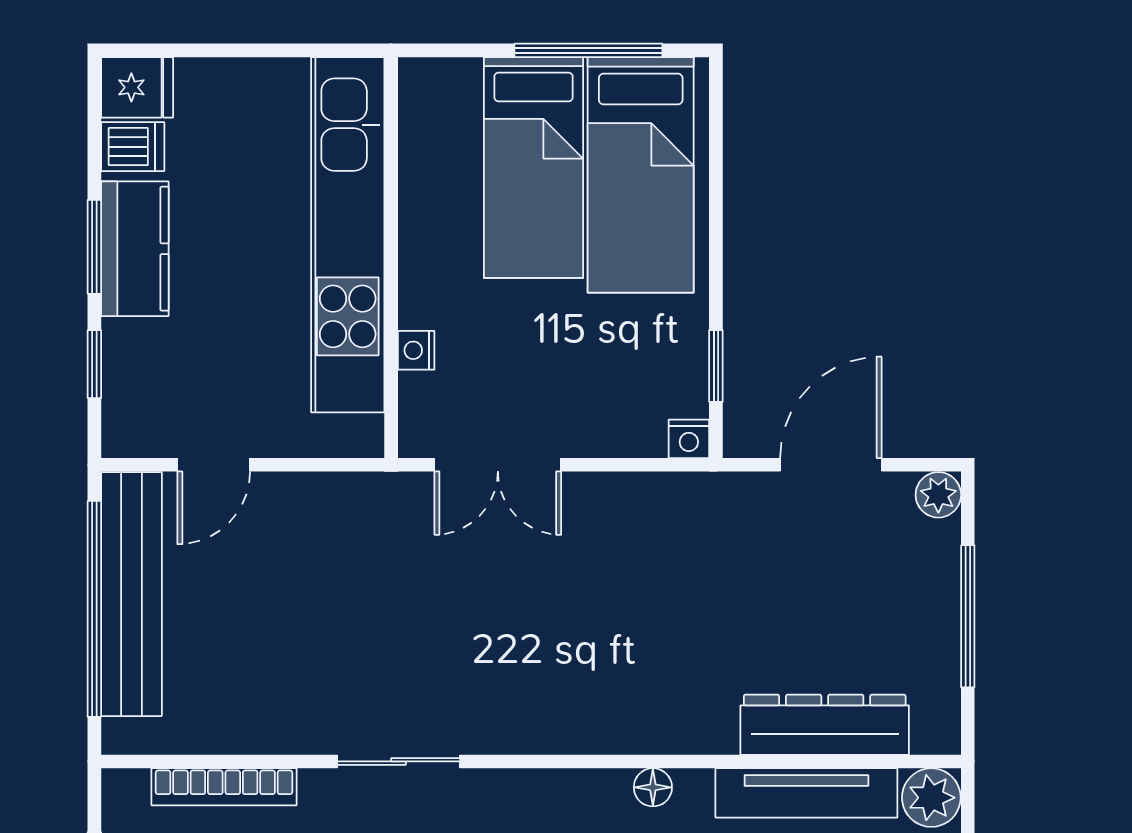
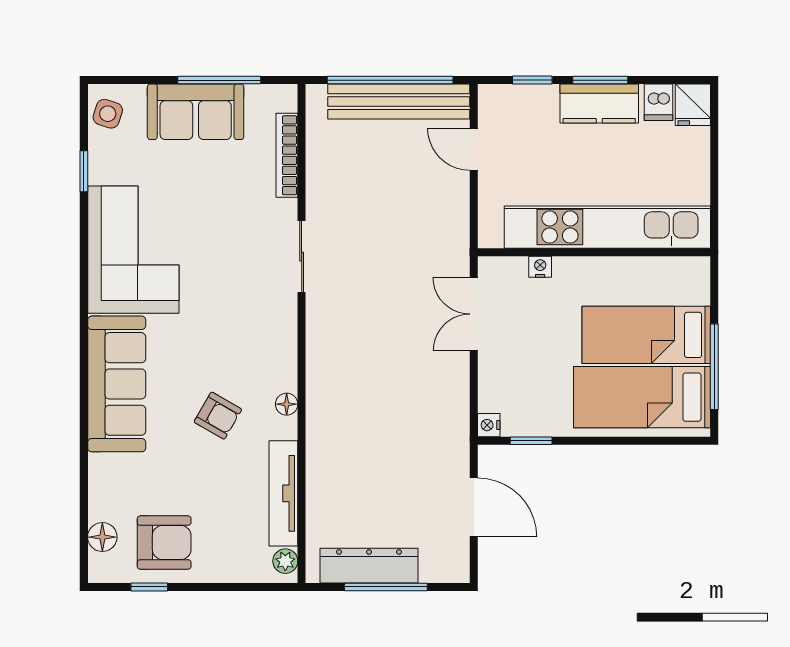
plant: (938, 495) -> (456, 570), removed
dresser: (825, 725) -> (369, 566), moved, turned -90
plant: (931, 798) -> (285, 561), width x0.73, depth x0.73

